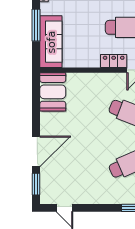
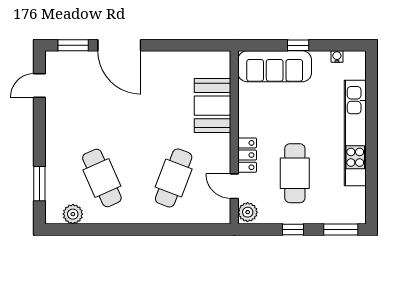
window: (36, 25) -> (298, 45), width x0.46
booth: (53, 92) -> (213, 106), moved, turned 90

